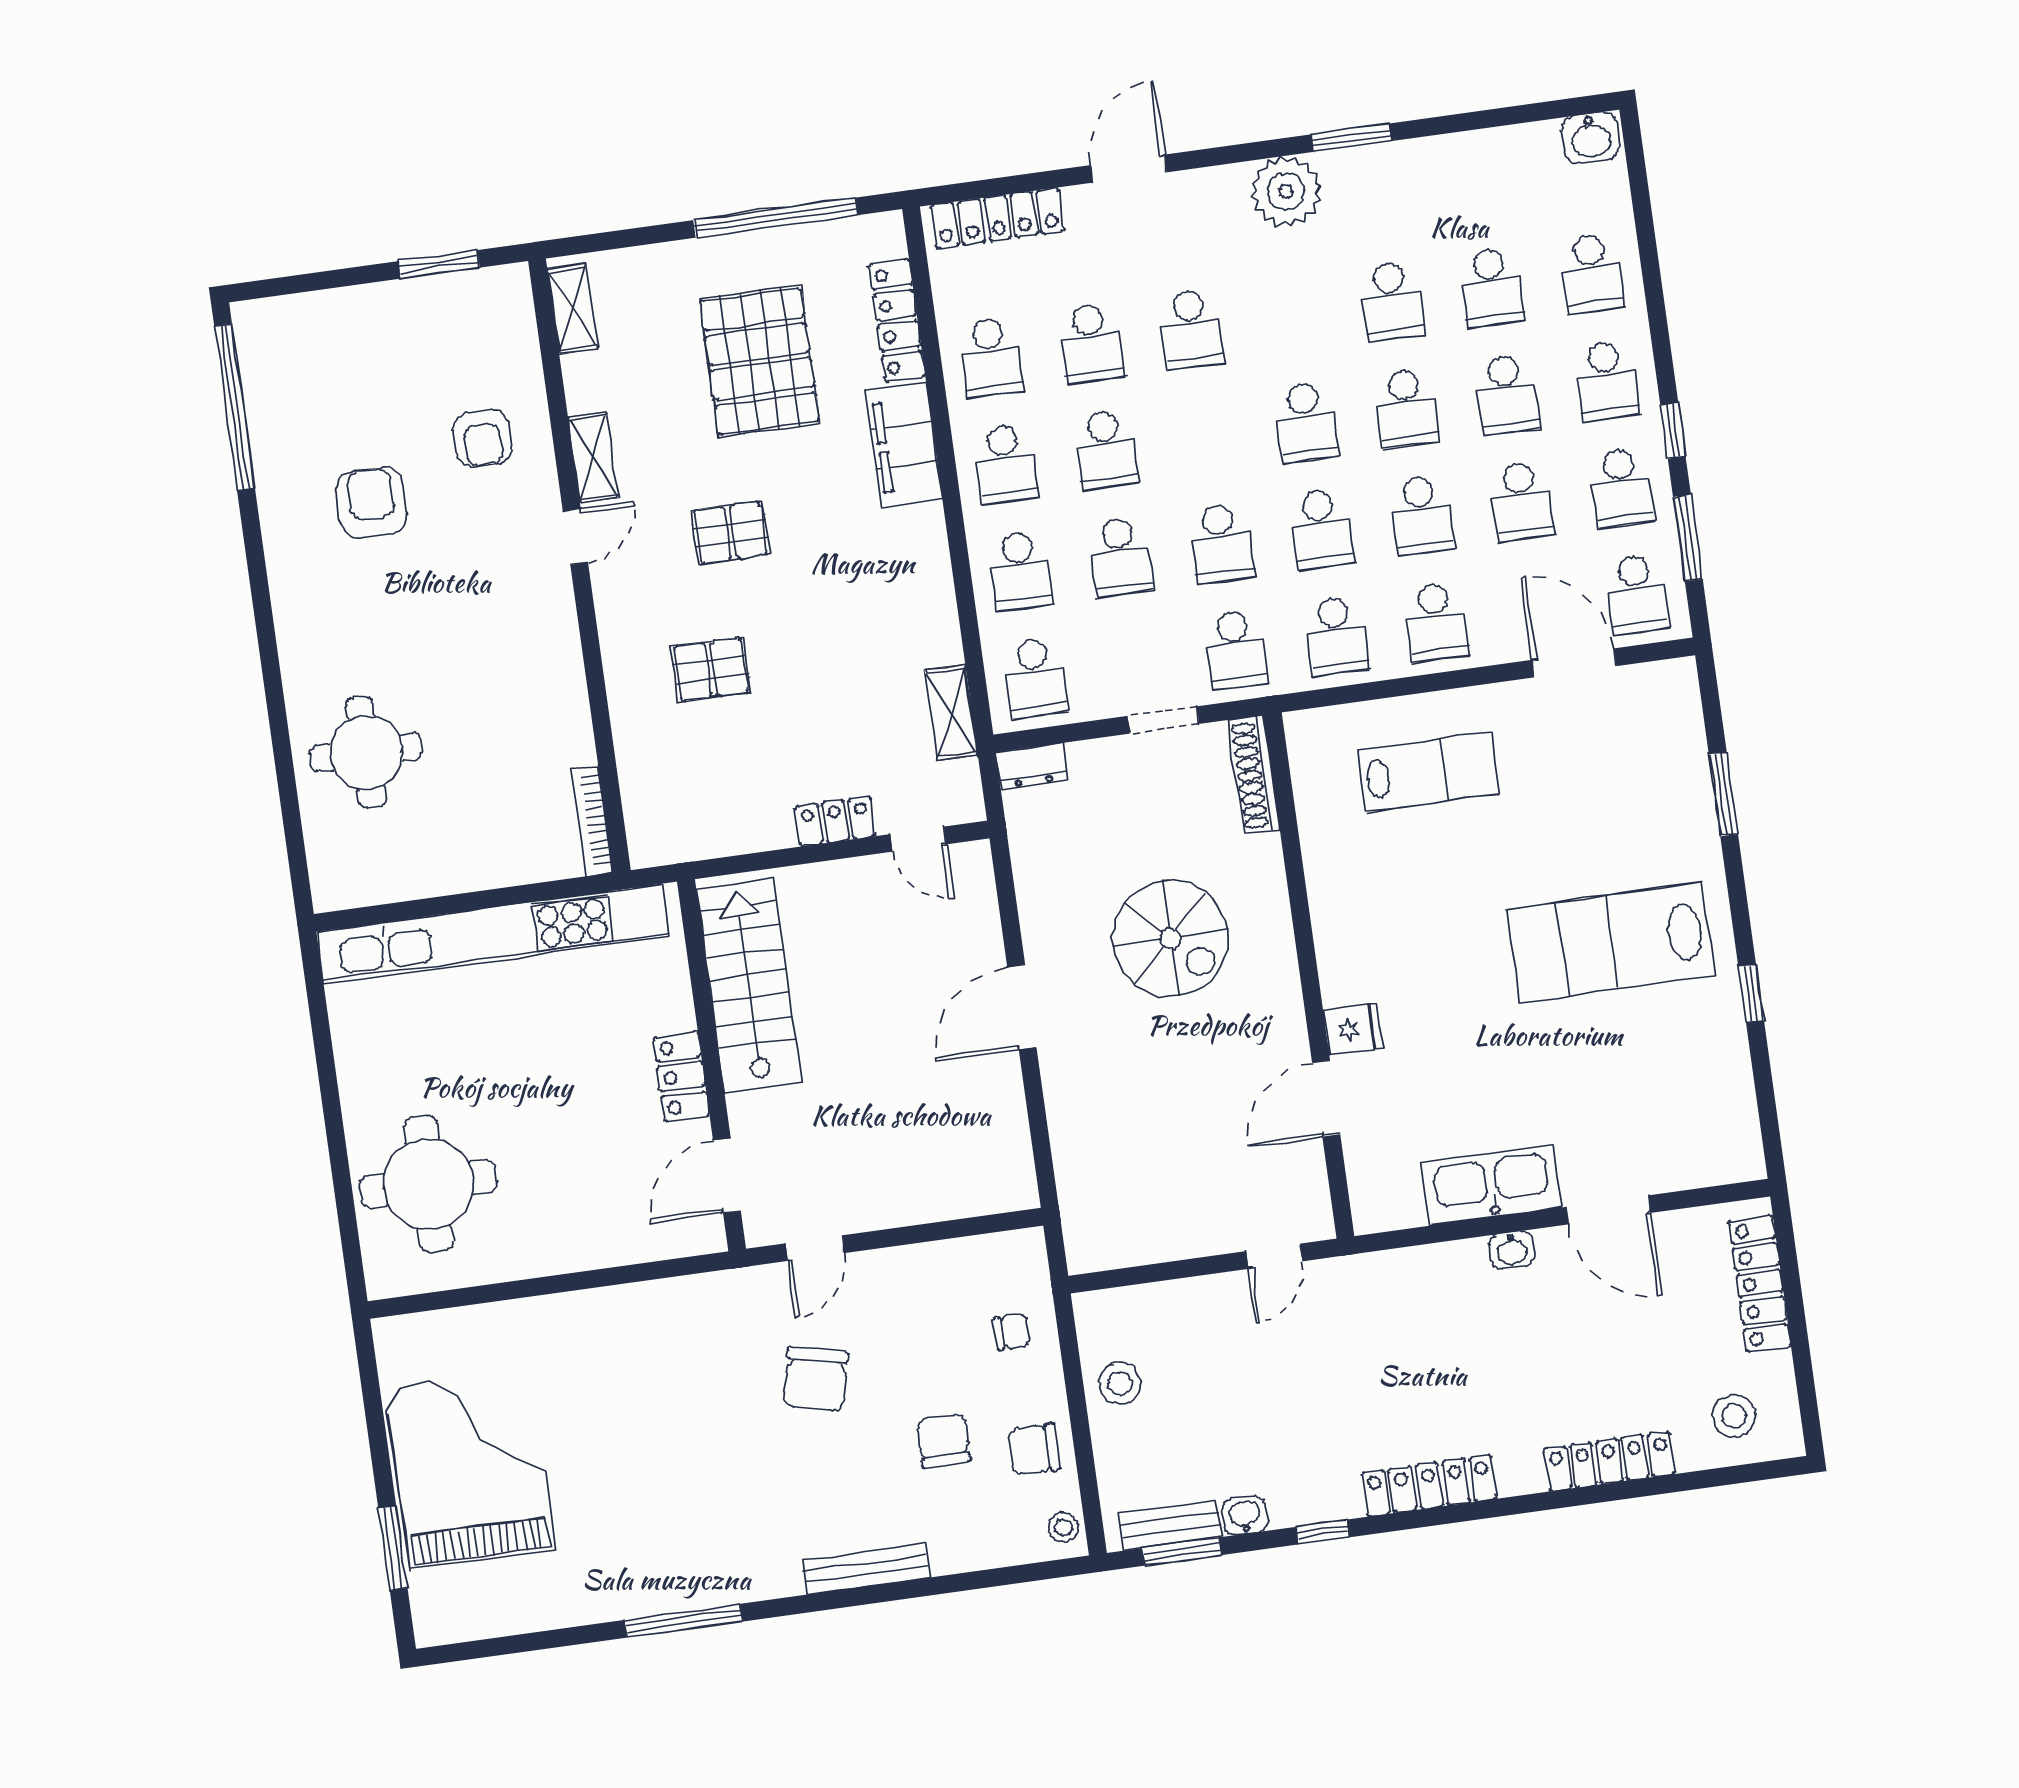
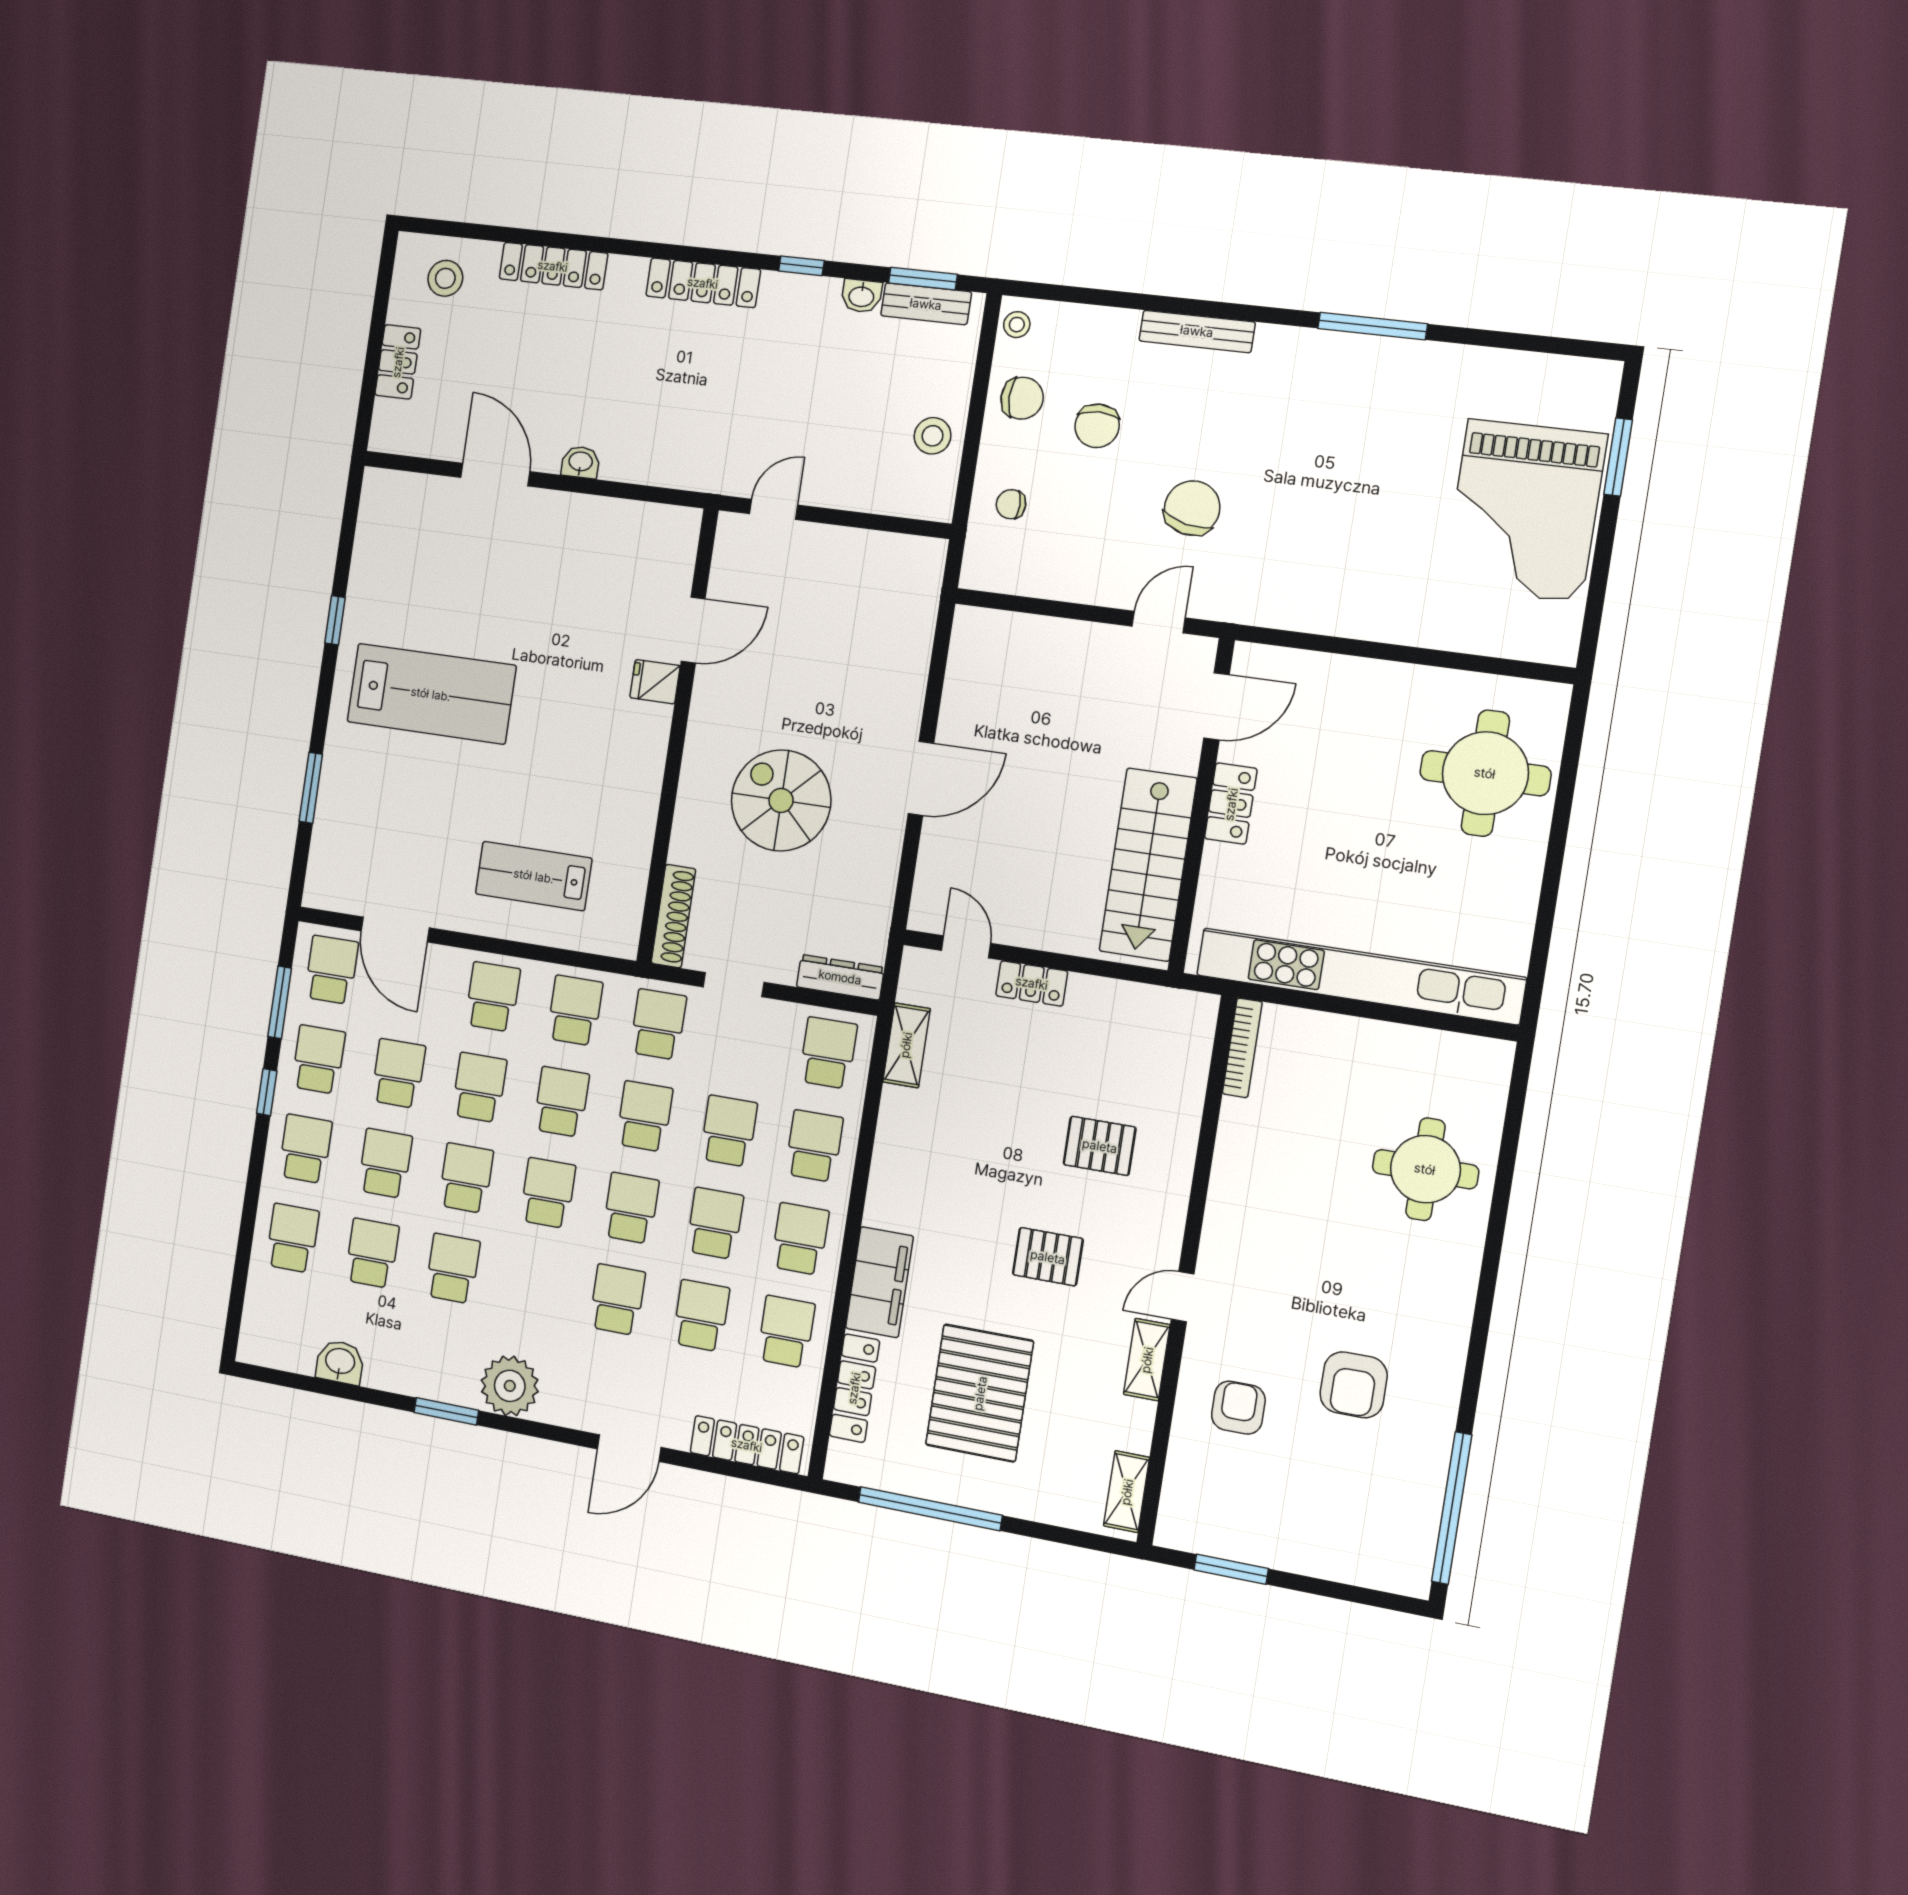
washbasin: (1591, 137) -> (340, 1362), moved
school desk: (1206, 436) -> (631, 1208), added
dresser: (1032, 766) -> (840, 977), width x1.44
kitchen sink: (1492, 1185) -> (581, 521), removed
locker: (1760, 1284) -> (398, 362), width x0.66

